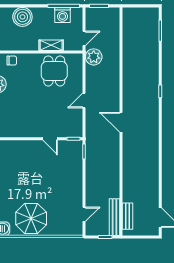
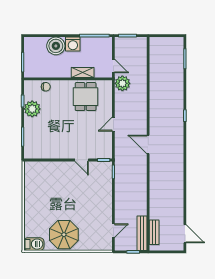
washing machine: (62, 15) -> (73, 44), moved
door: (84, 38) -> (113, 66), hinge flipped

